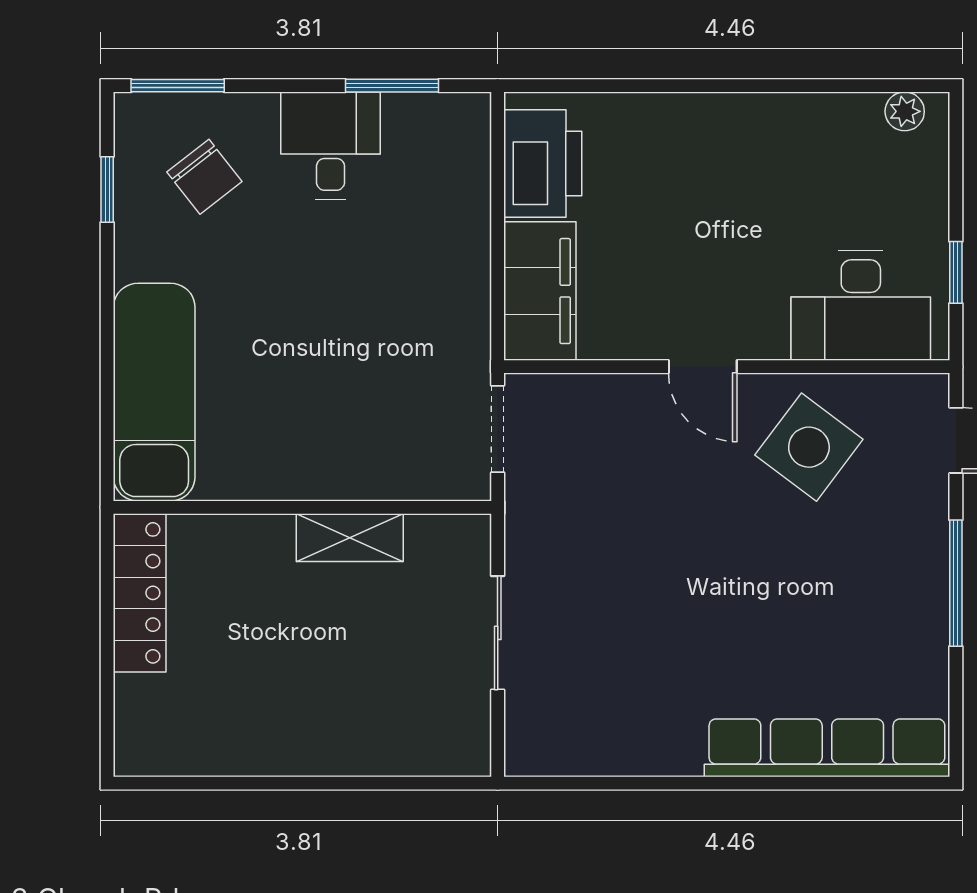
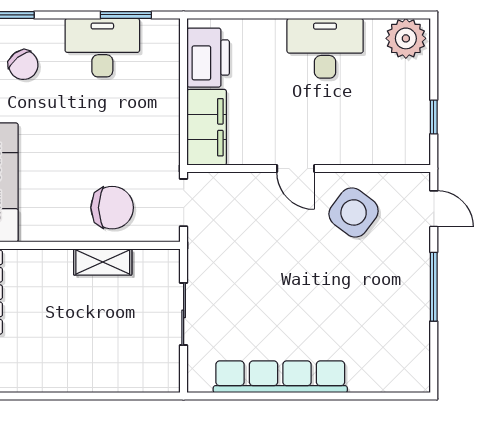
plant: (905, 111) -> (406, 38), width x1.88, depth x1.88
desk: (331, 145) -> (102, 48), width x1.37
desk: (861, 306) -> (325, 48), moved, turned 180
chair: (367, 438) -> (112, 208), added
row of seats: (827, 748) -> (280, 377), moved

